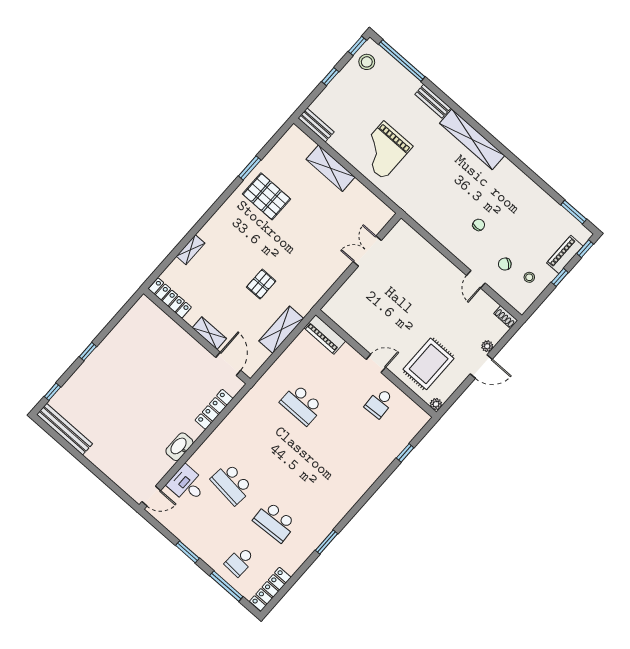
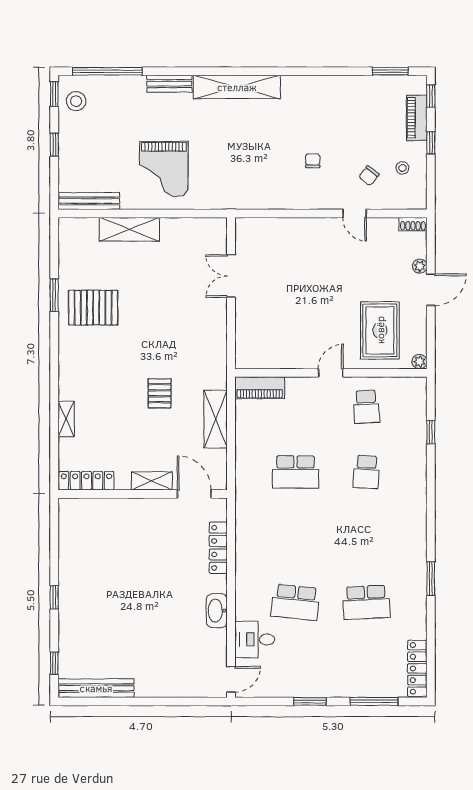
bench: (316, 125) -> (89, 201), width x1.36
school desk: (240, 561) -> (366, 472), moved

